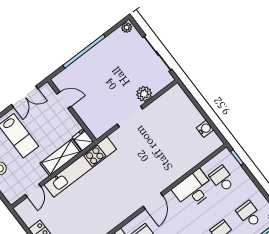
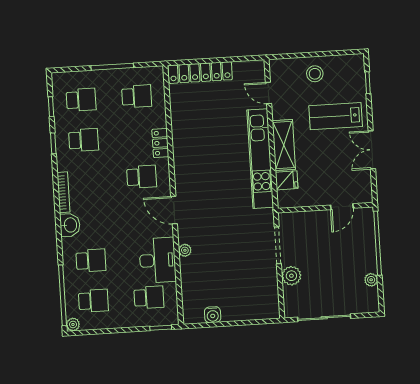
plant: (127, 27) -> (371, 280), moved
door: (64, 100) -> (342, 207), moved
wall: (72, 111) -> (325, 208), moved
plant: (175, 176) -> (185, 250), added

